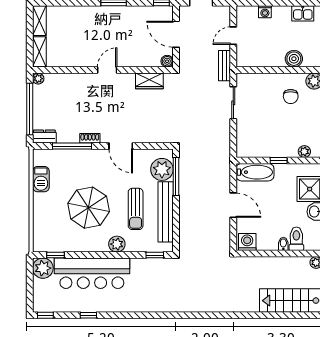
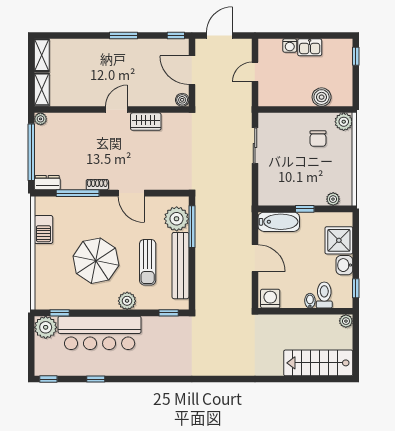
kitchen sink: (303, 13) -> (310, 47), moved
bench: (225, 66) -> (245, 105), removed
wardrobe: (149, 81) -> (146, 122), moved

